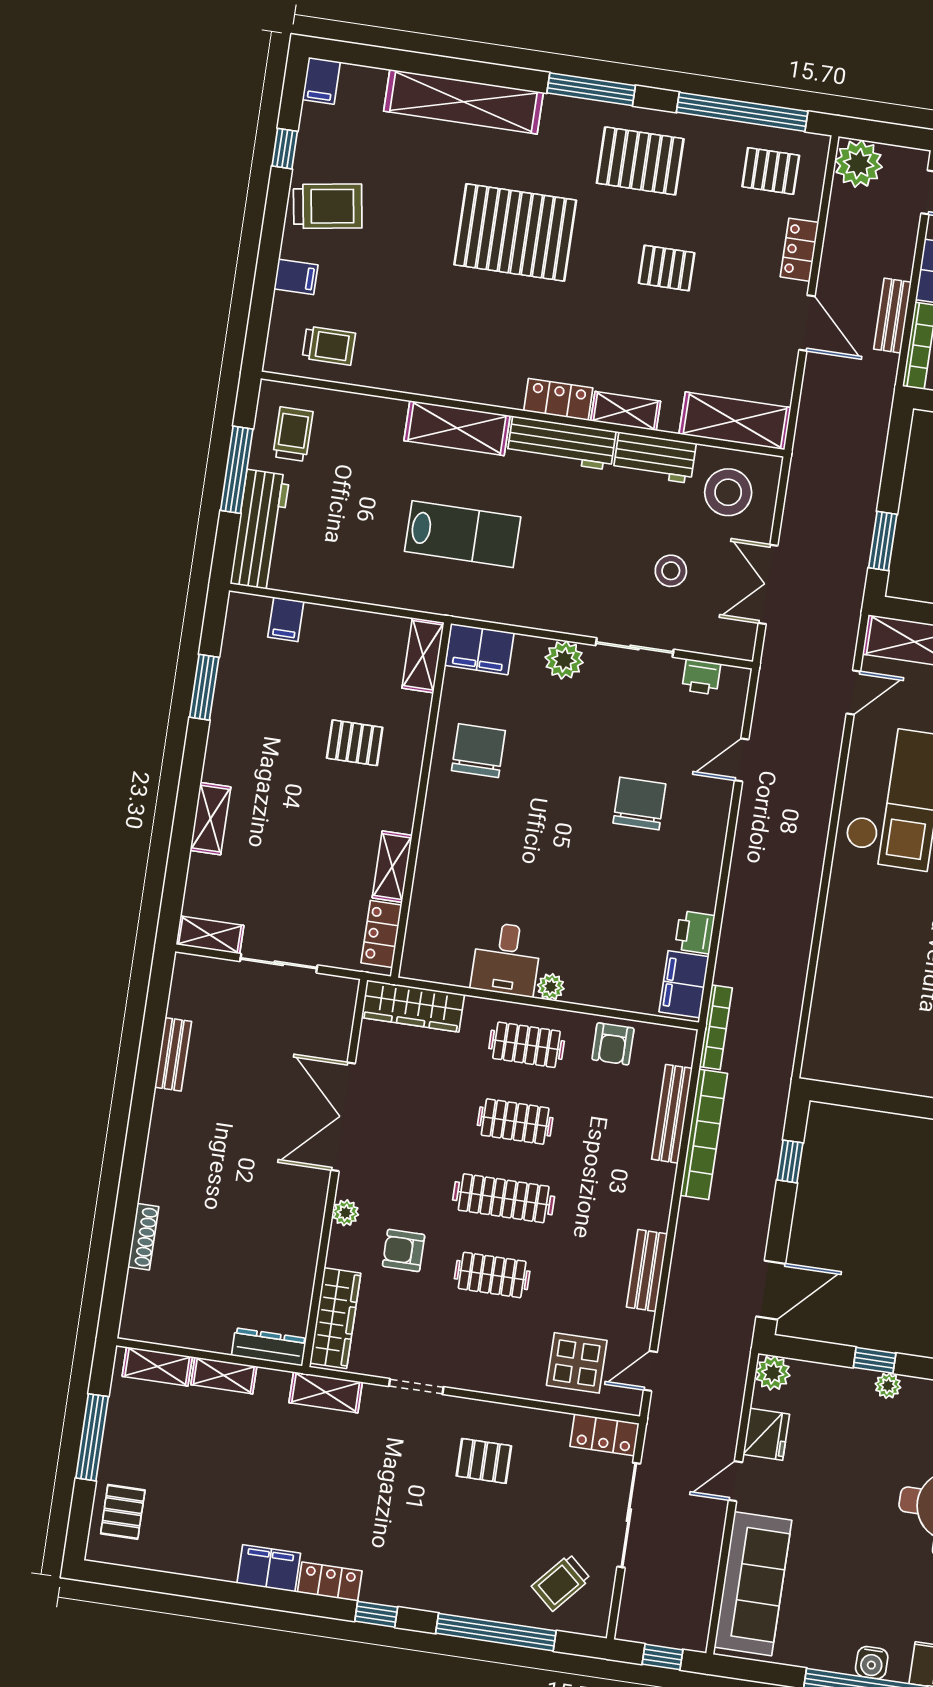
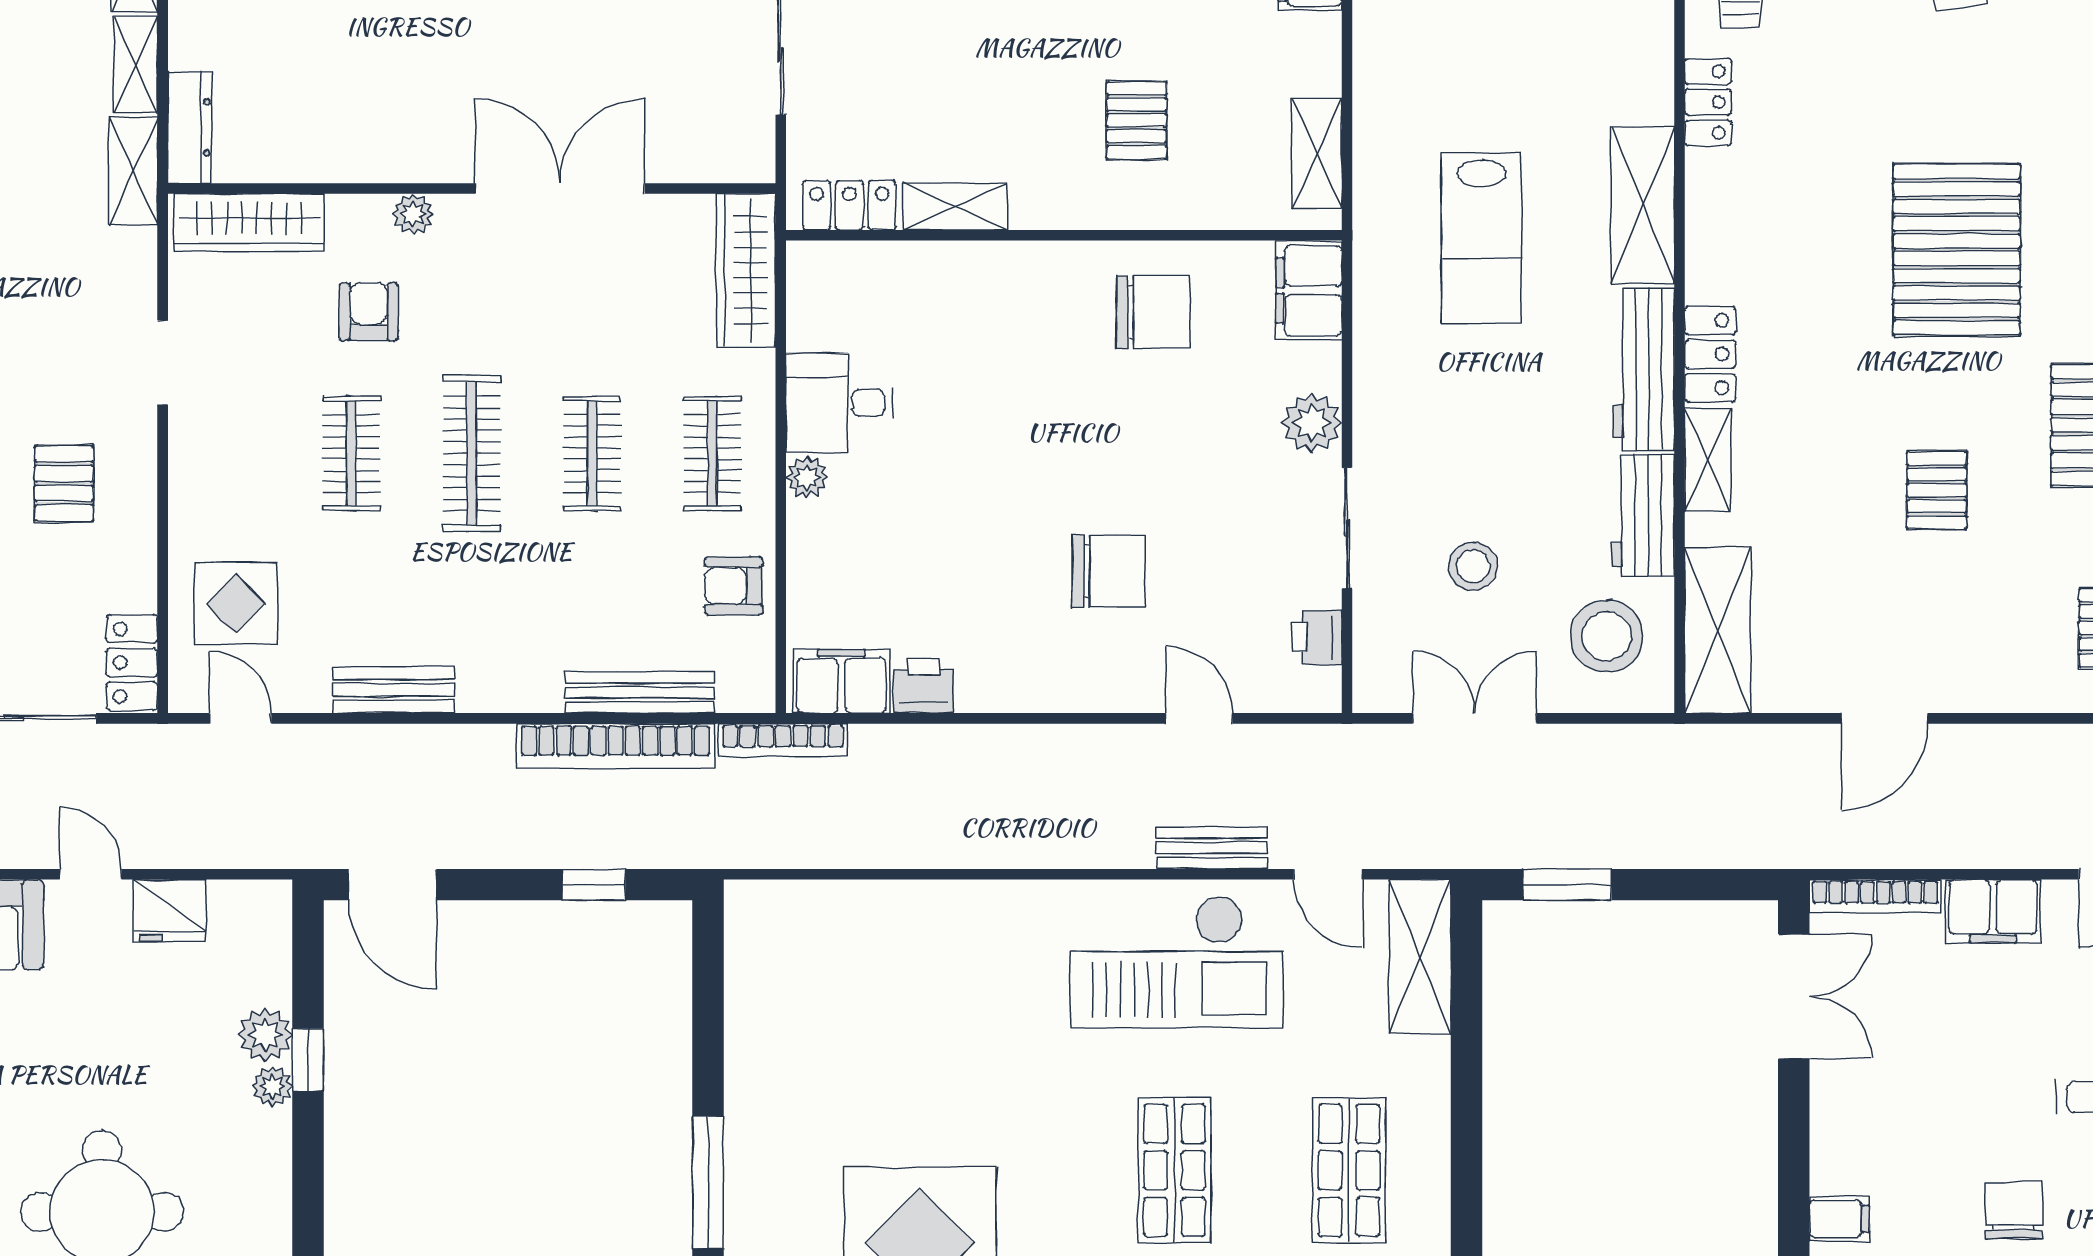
locker: (799, 250) -> (1708, 102), moved, turned 90
bench: (892, 316) -> (1212, 848), moved
shelving: (423, 655) -> (1317, 154), moved, turned 90
plant: (773, 1373) -> (265, 1035), moved
shelving: (326, 1392) -> (133, 171), moved

